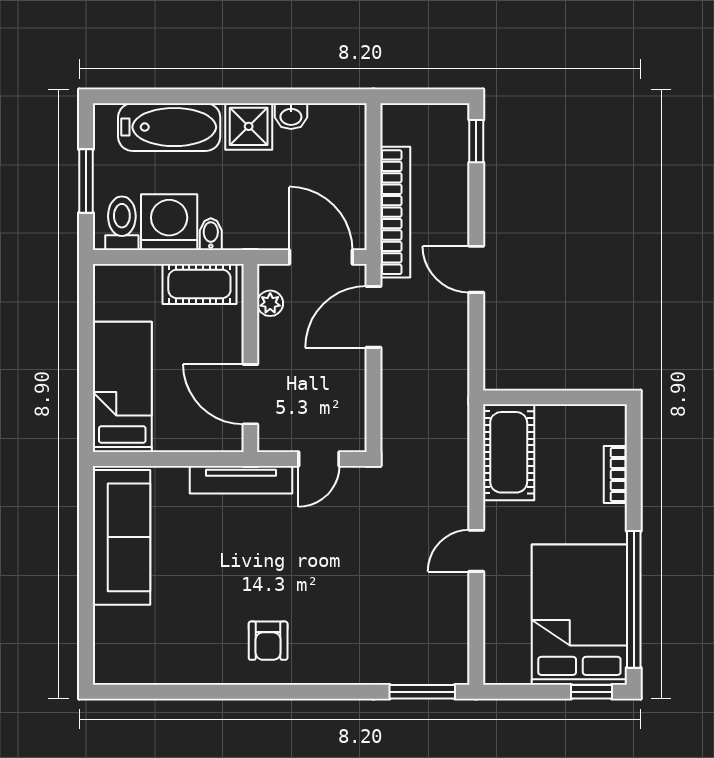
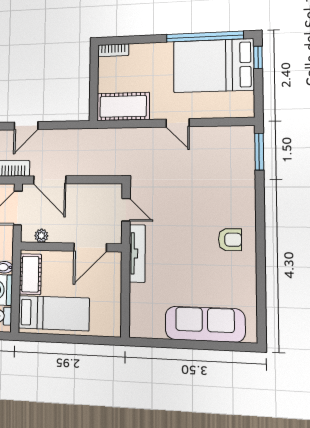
bed: (122, 387) -> (54, 313), moved, turned 180
bookcase: (615, 475) -> (113, 50), moved
sofa: (122, 537) -> (205, 324), moved

